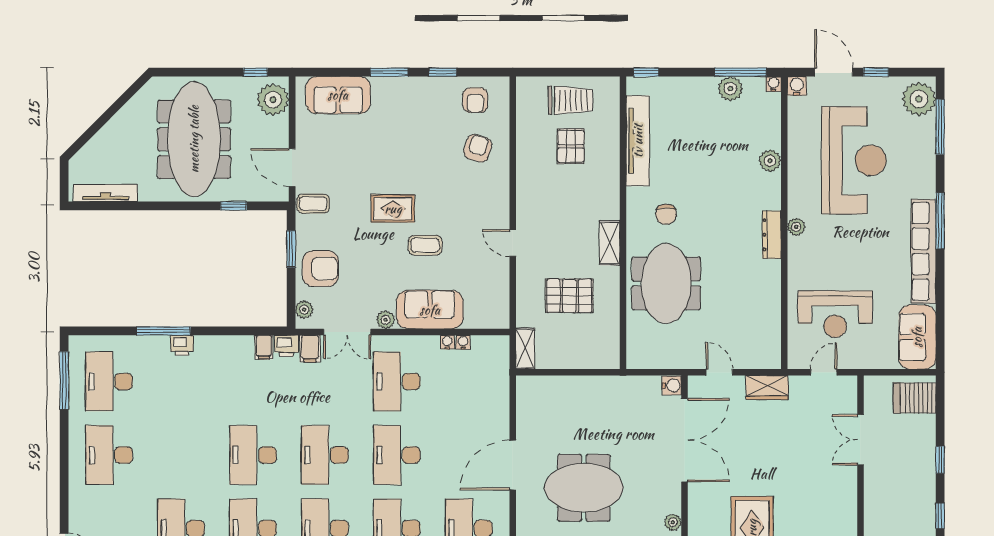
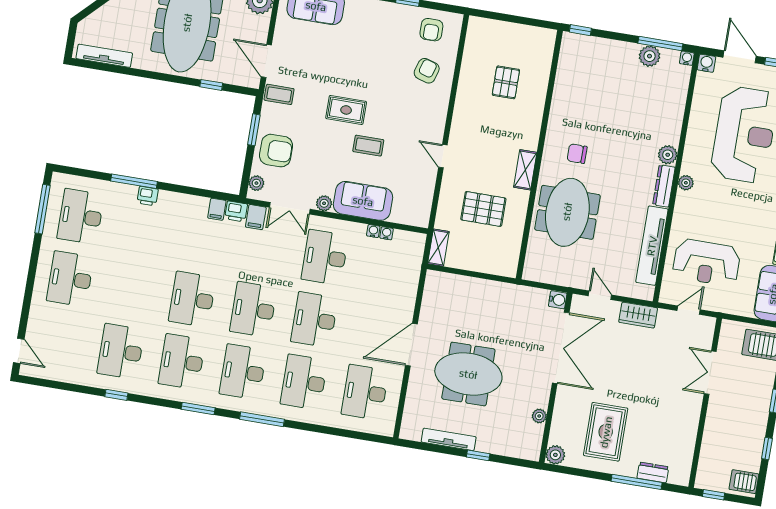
trolley: (570, 100) -> (512, 43), removed
tv unit: (638, 141) -> (652, 246), moved, turned 180
plant: (770, 161) -> (668, 155), moved
chair: (666, 214) -> (577, 154), turned 90

